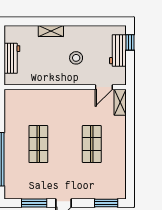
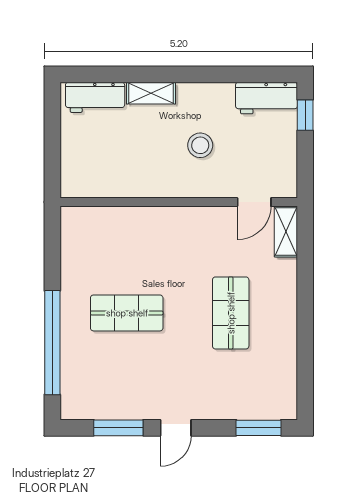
workbench: (118, 50) -> (267, 98), moved, turned -90
workbench: (12, 58) -> (95, 97), moved, turned 90
shop shelf: (38, 144) -> (127, 313), turned 90

